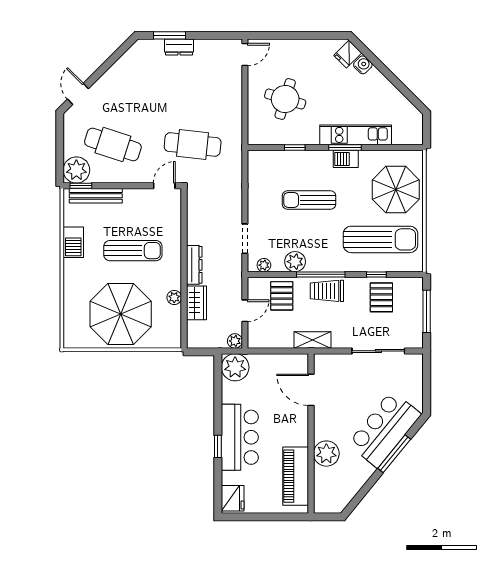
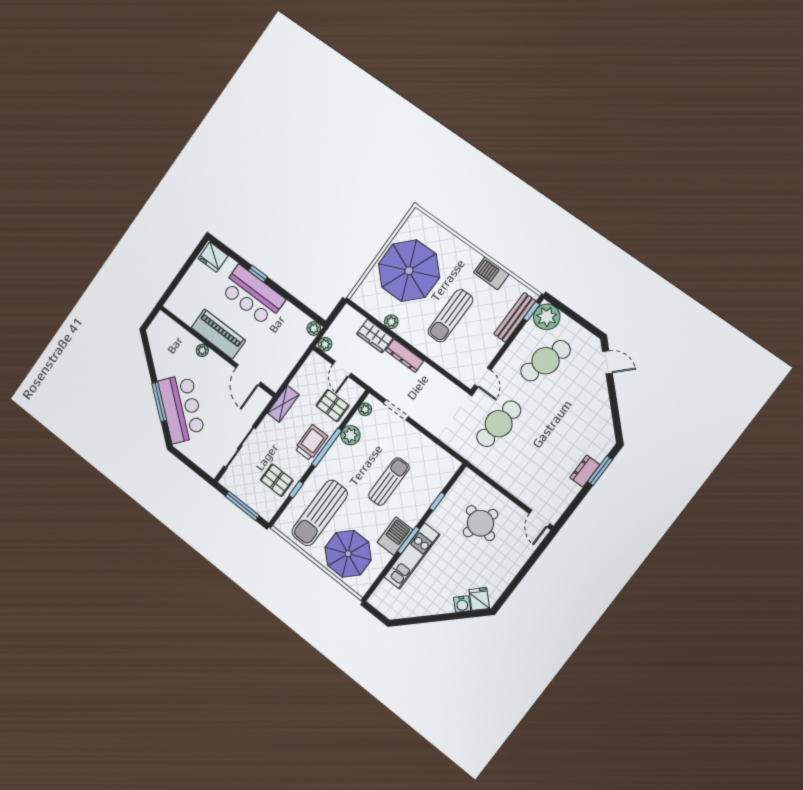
barbecue: (346, 159) -> (395, 536), width x1.38, depth x1.27
plant: (235, 367) -> (314, 329), width x0.53, depth x0.53
door: (311, 390) -> (248, 375), swing flipped
plant: (326, 454) -> (202, 350), width x0.53, depth x0.53
piano: (296, 476) -> (218, 334), moved

